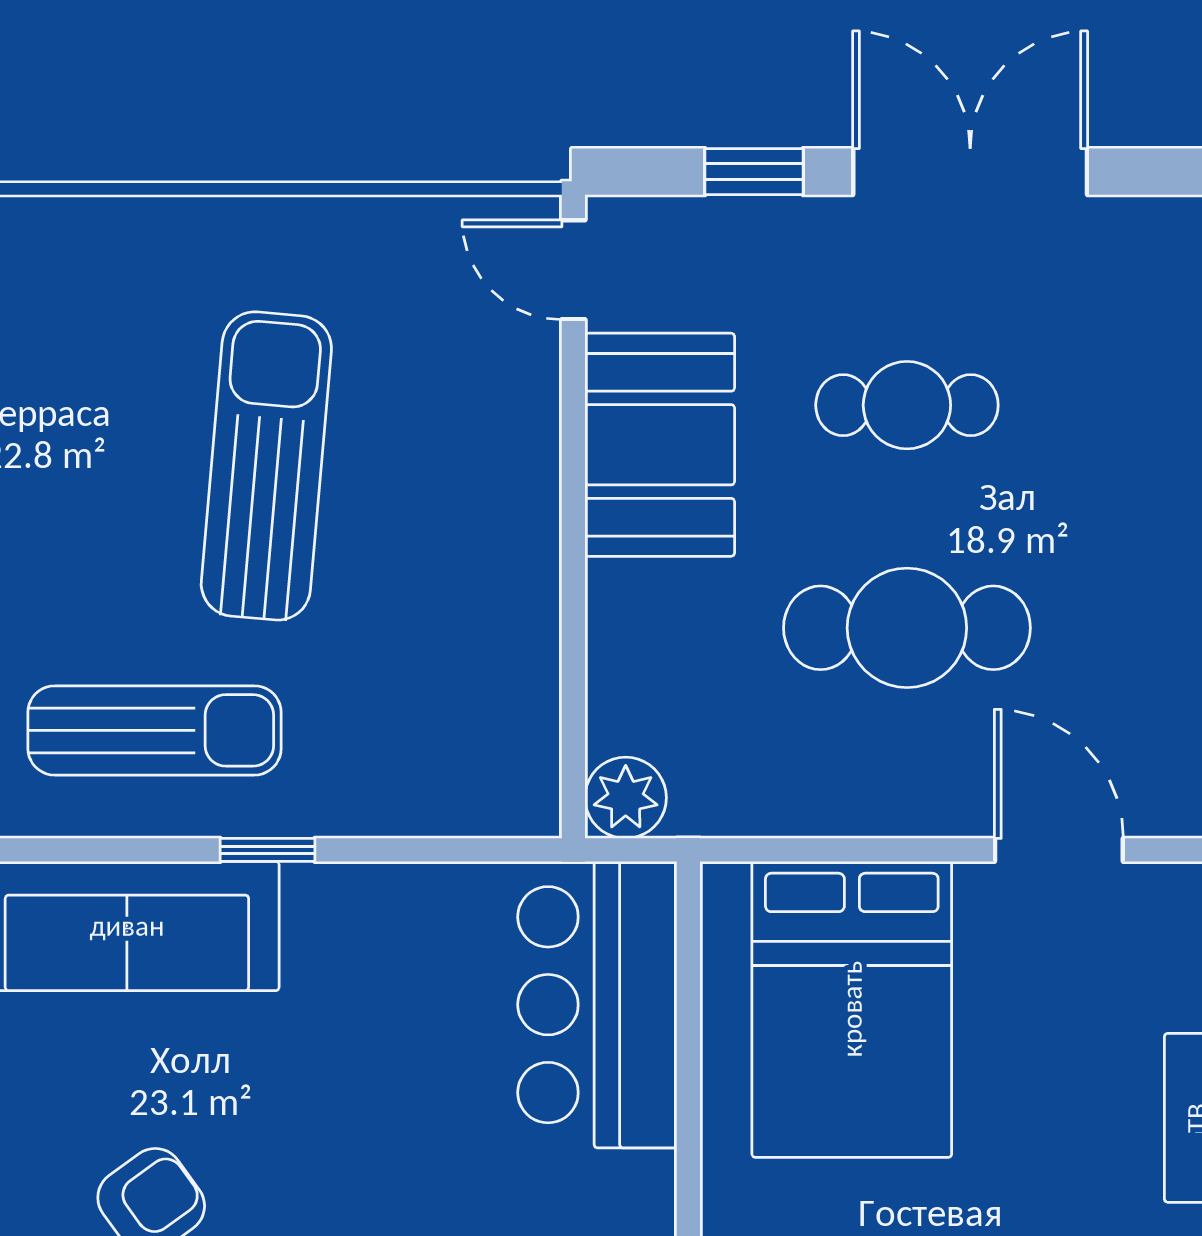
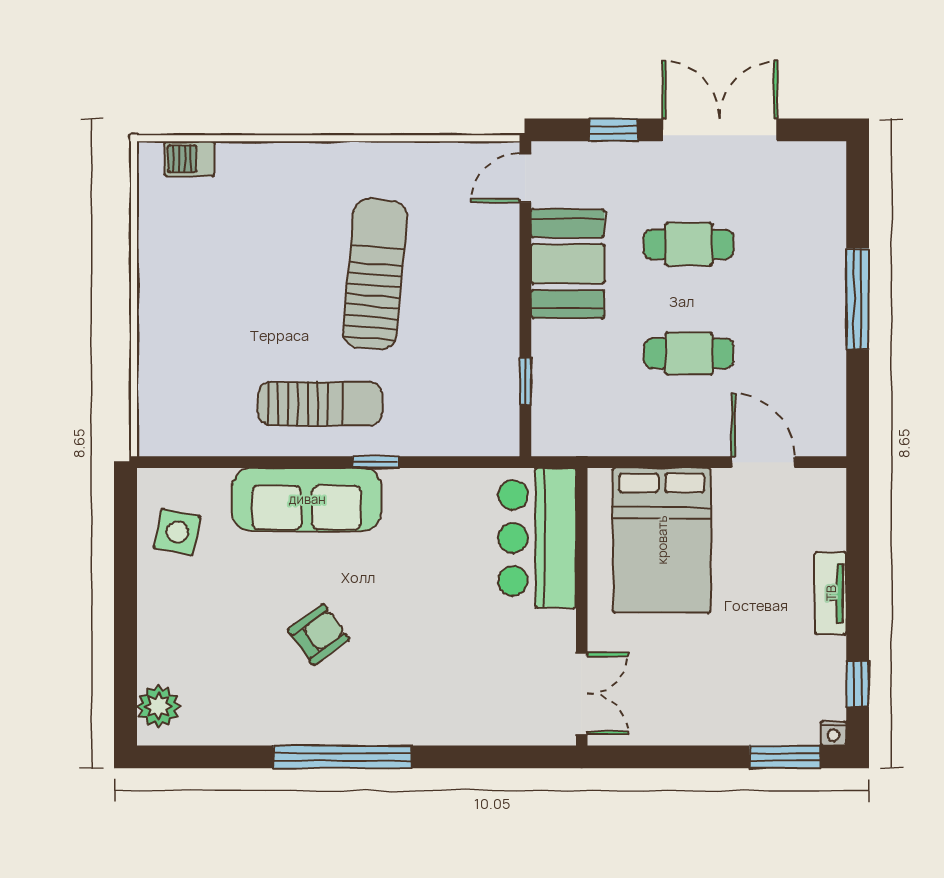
door: (573, 270) -> (525, 178), hinge flipped
cafe table: (907, 628) -> (689, 353), width x0.73, depth x0.74
window: (573, 684) -> (525, 381), added
plant: (626, 798) -> (551, 437), removed

